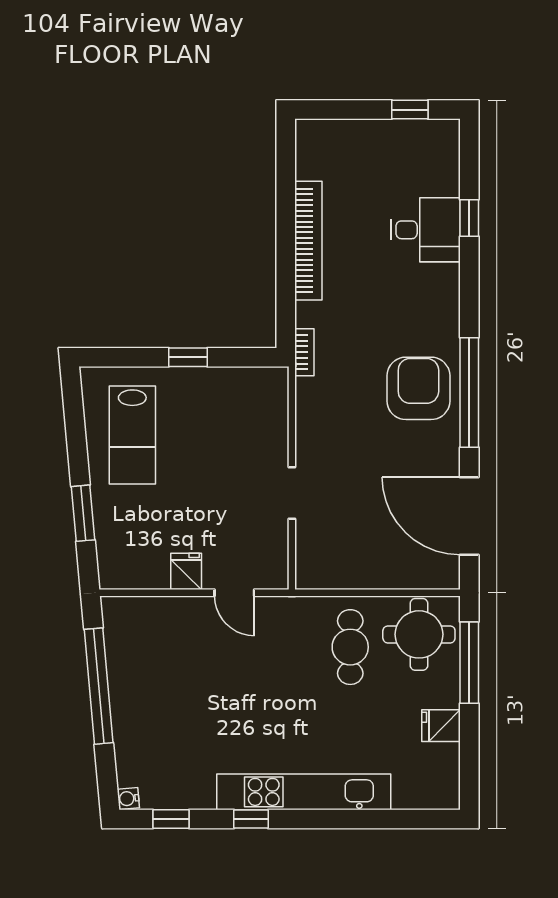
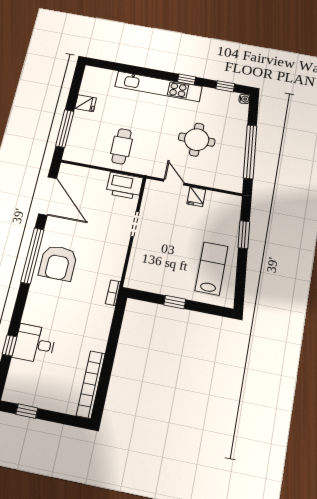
bookcase: (308, 241) -> (91, 384), moved
printer: (327, 566) -> (124, 186), added
round table: (419, 634) -> (197, 140), moved

